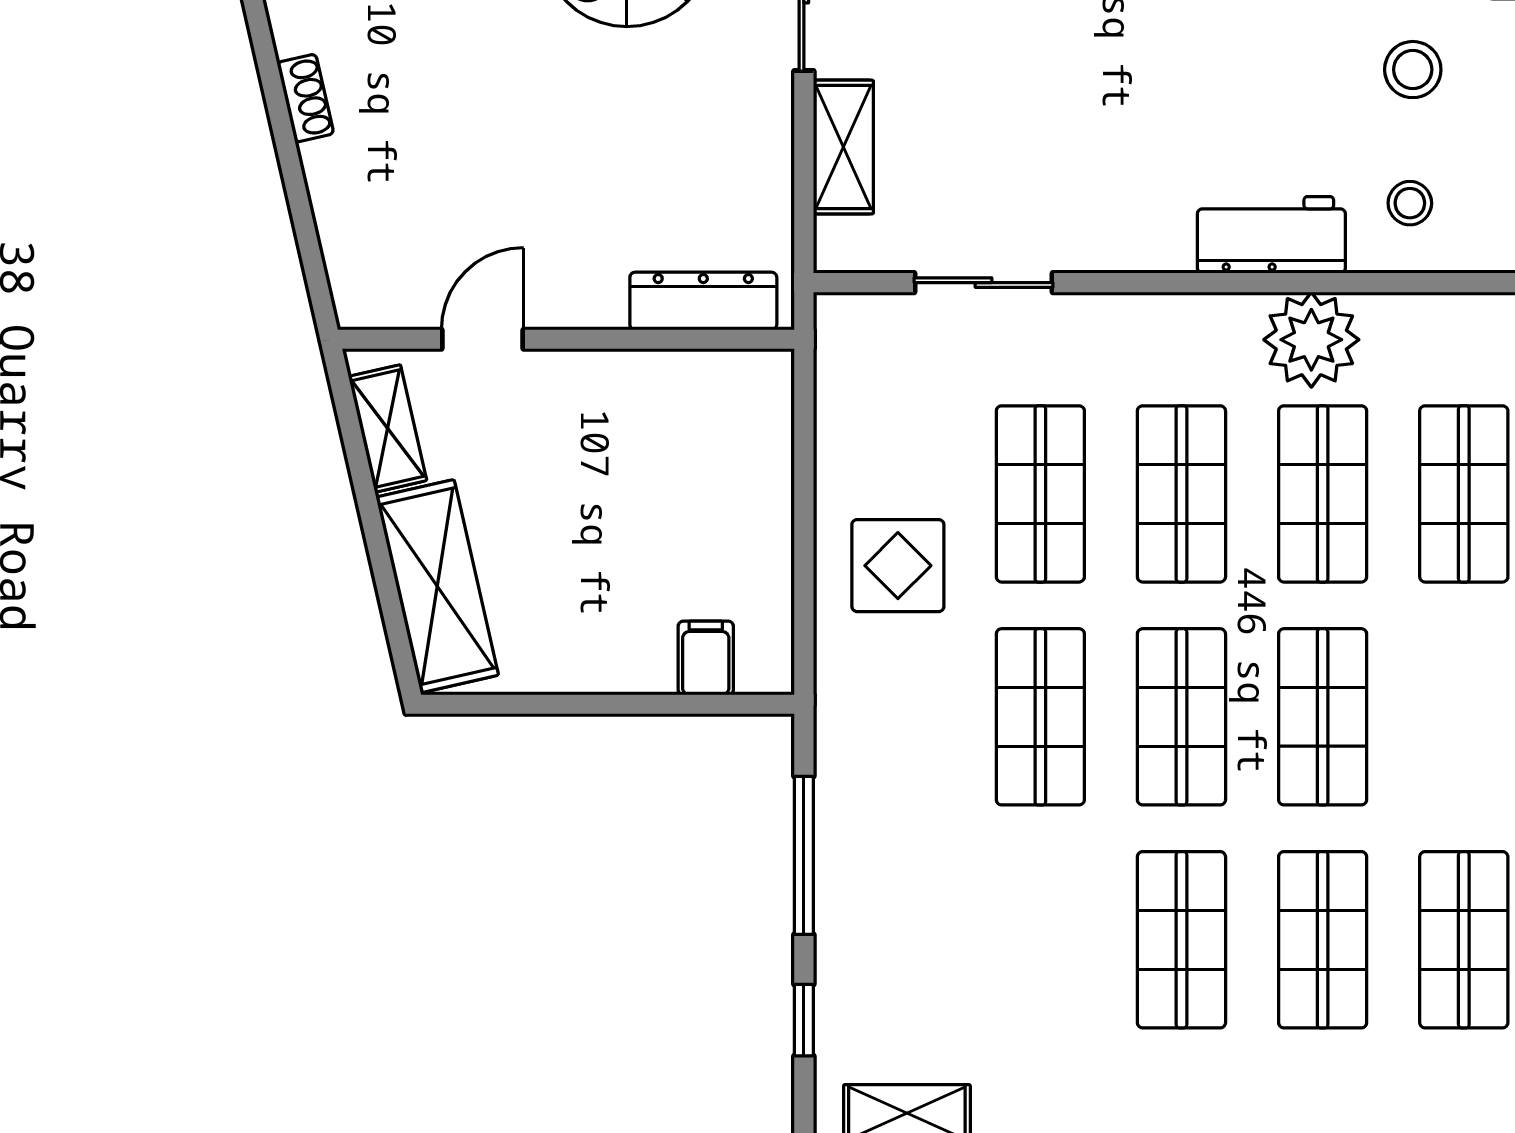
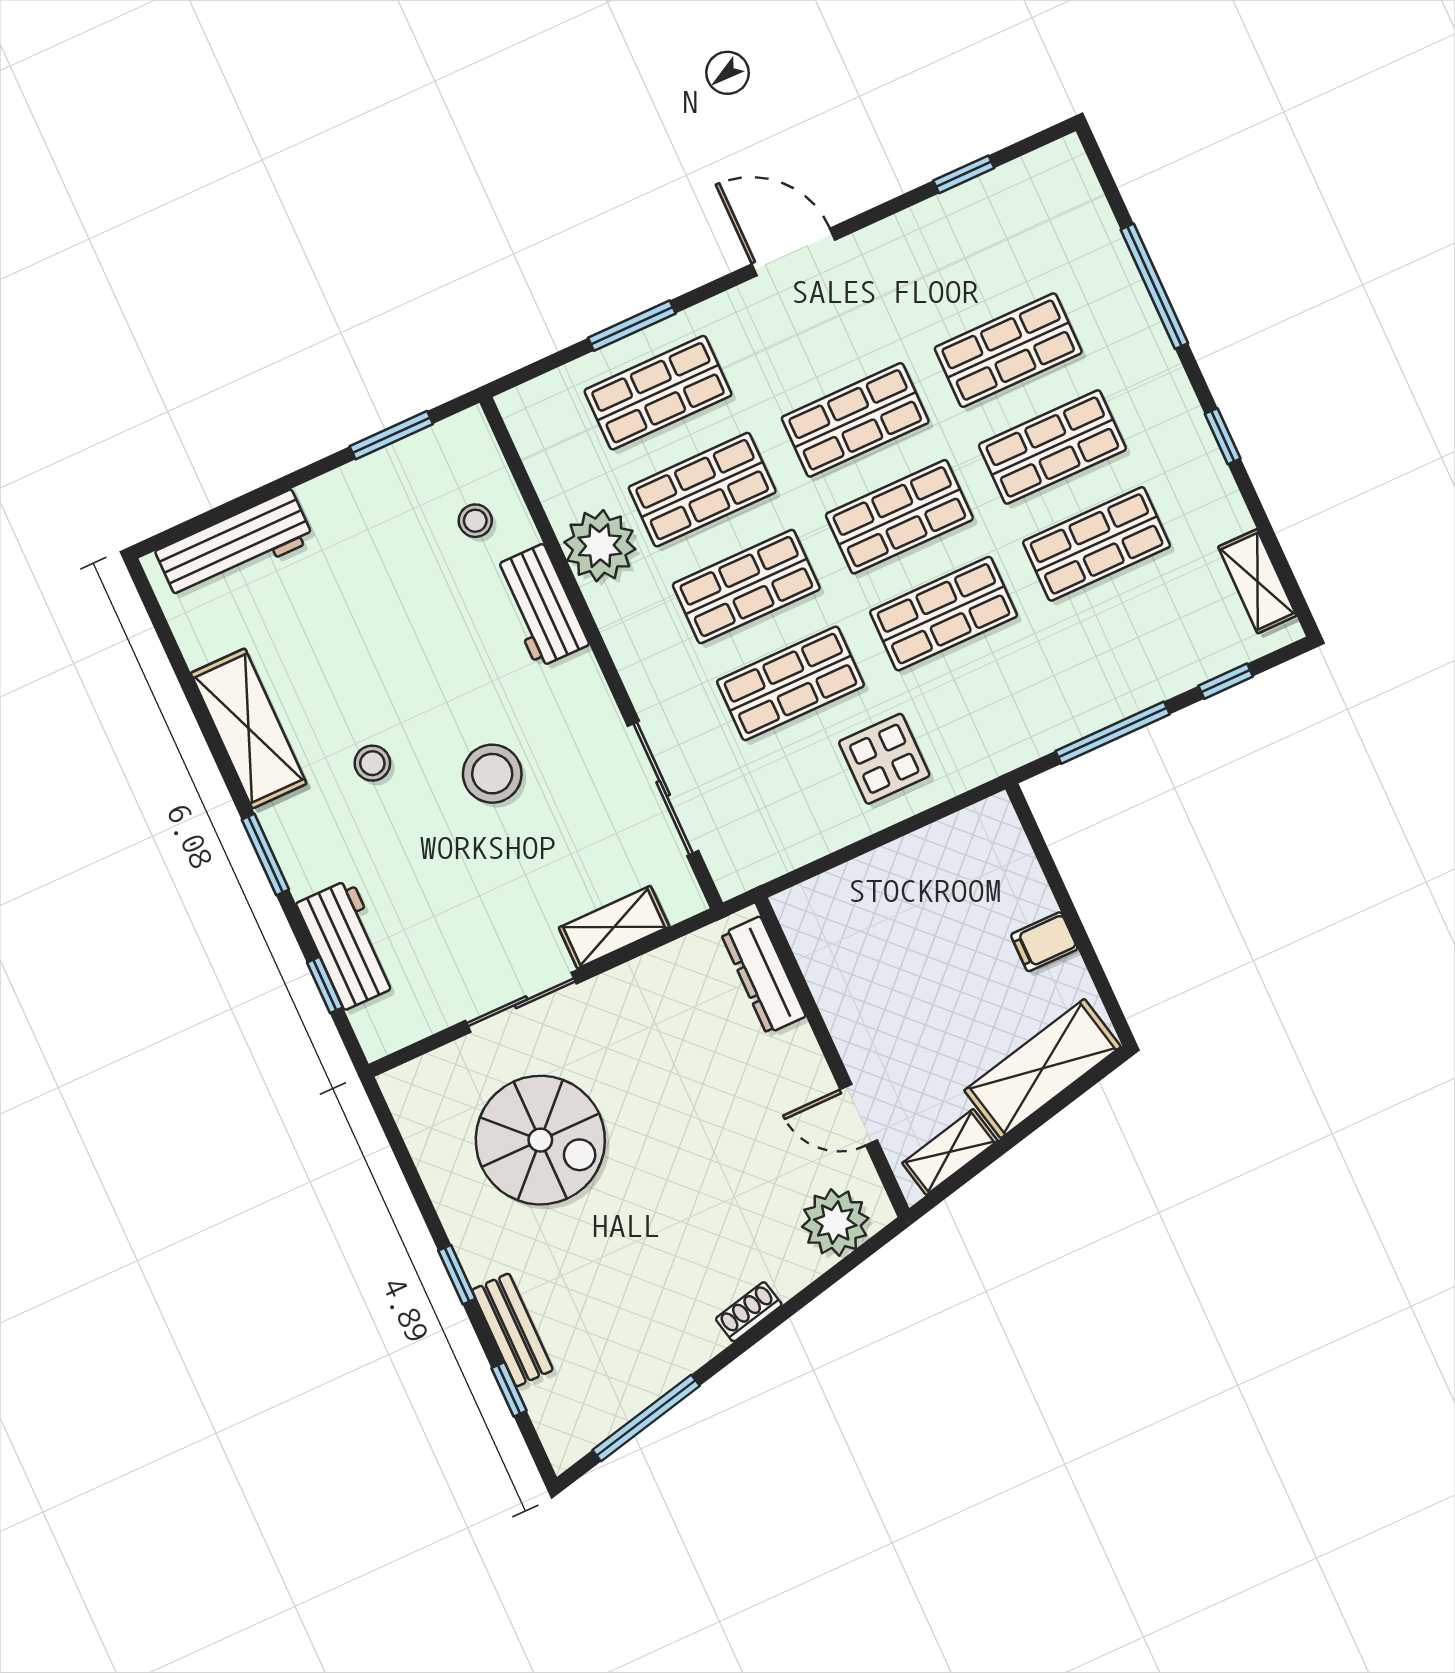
stool: (1413, 70) -> (492, 774), moved, width x1.38, depth x1.38
plant: (366, 252) -> (835, 1222), added
sliding door: (984, 283) -> (663, 789), width x1.37
filing cabinet: (706, 658) -> (1044, 942), moved
shop shelf: (1464, 940) -> (1097, 544), moved

